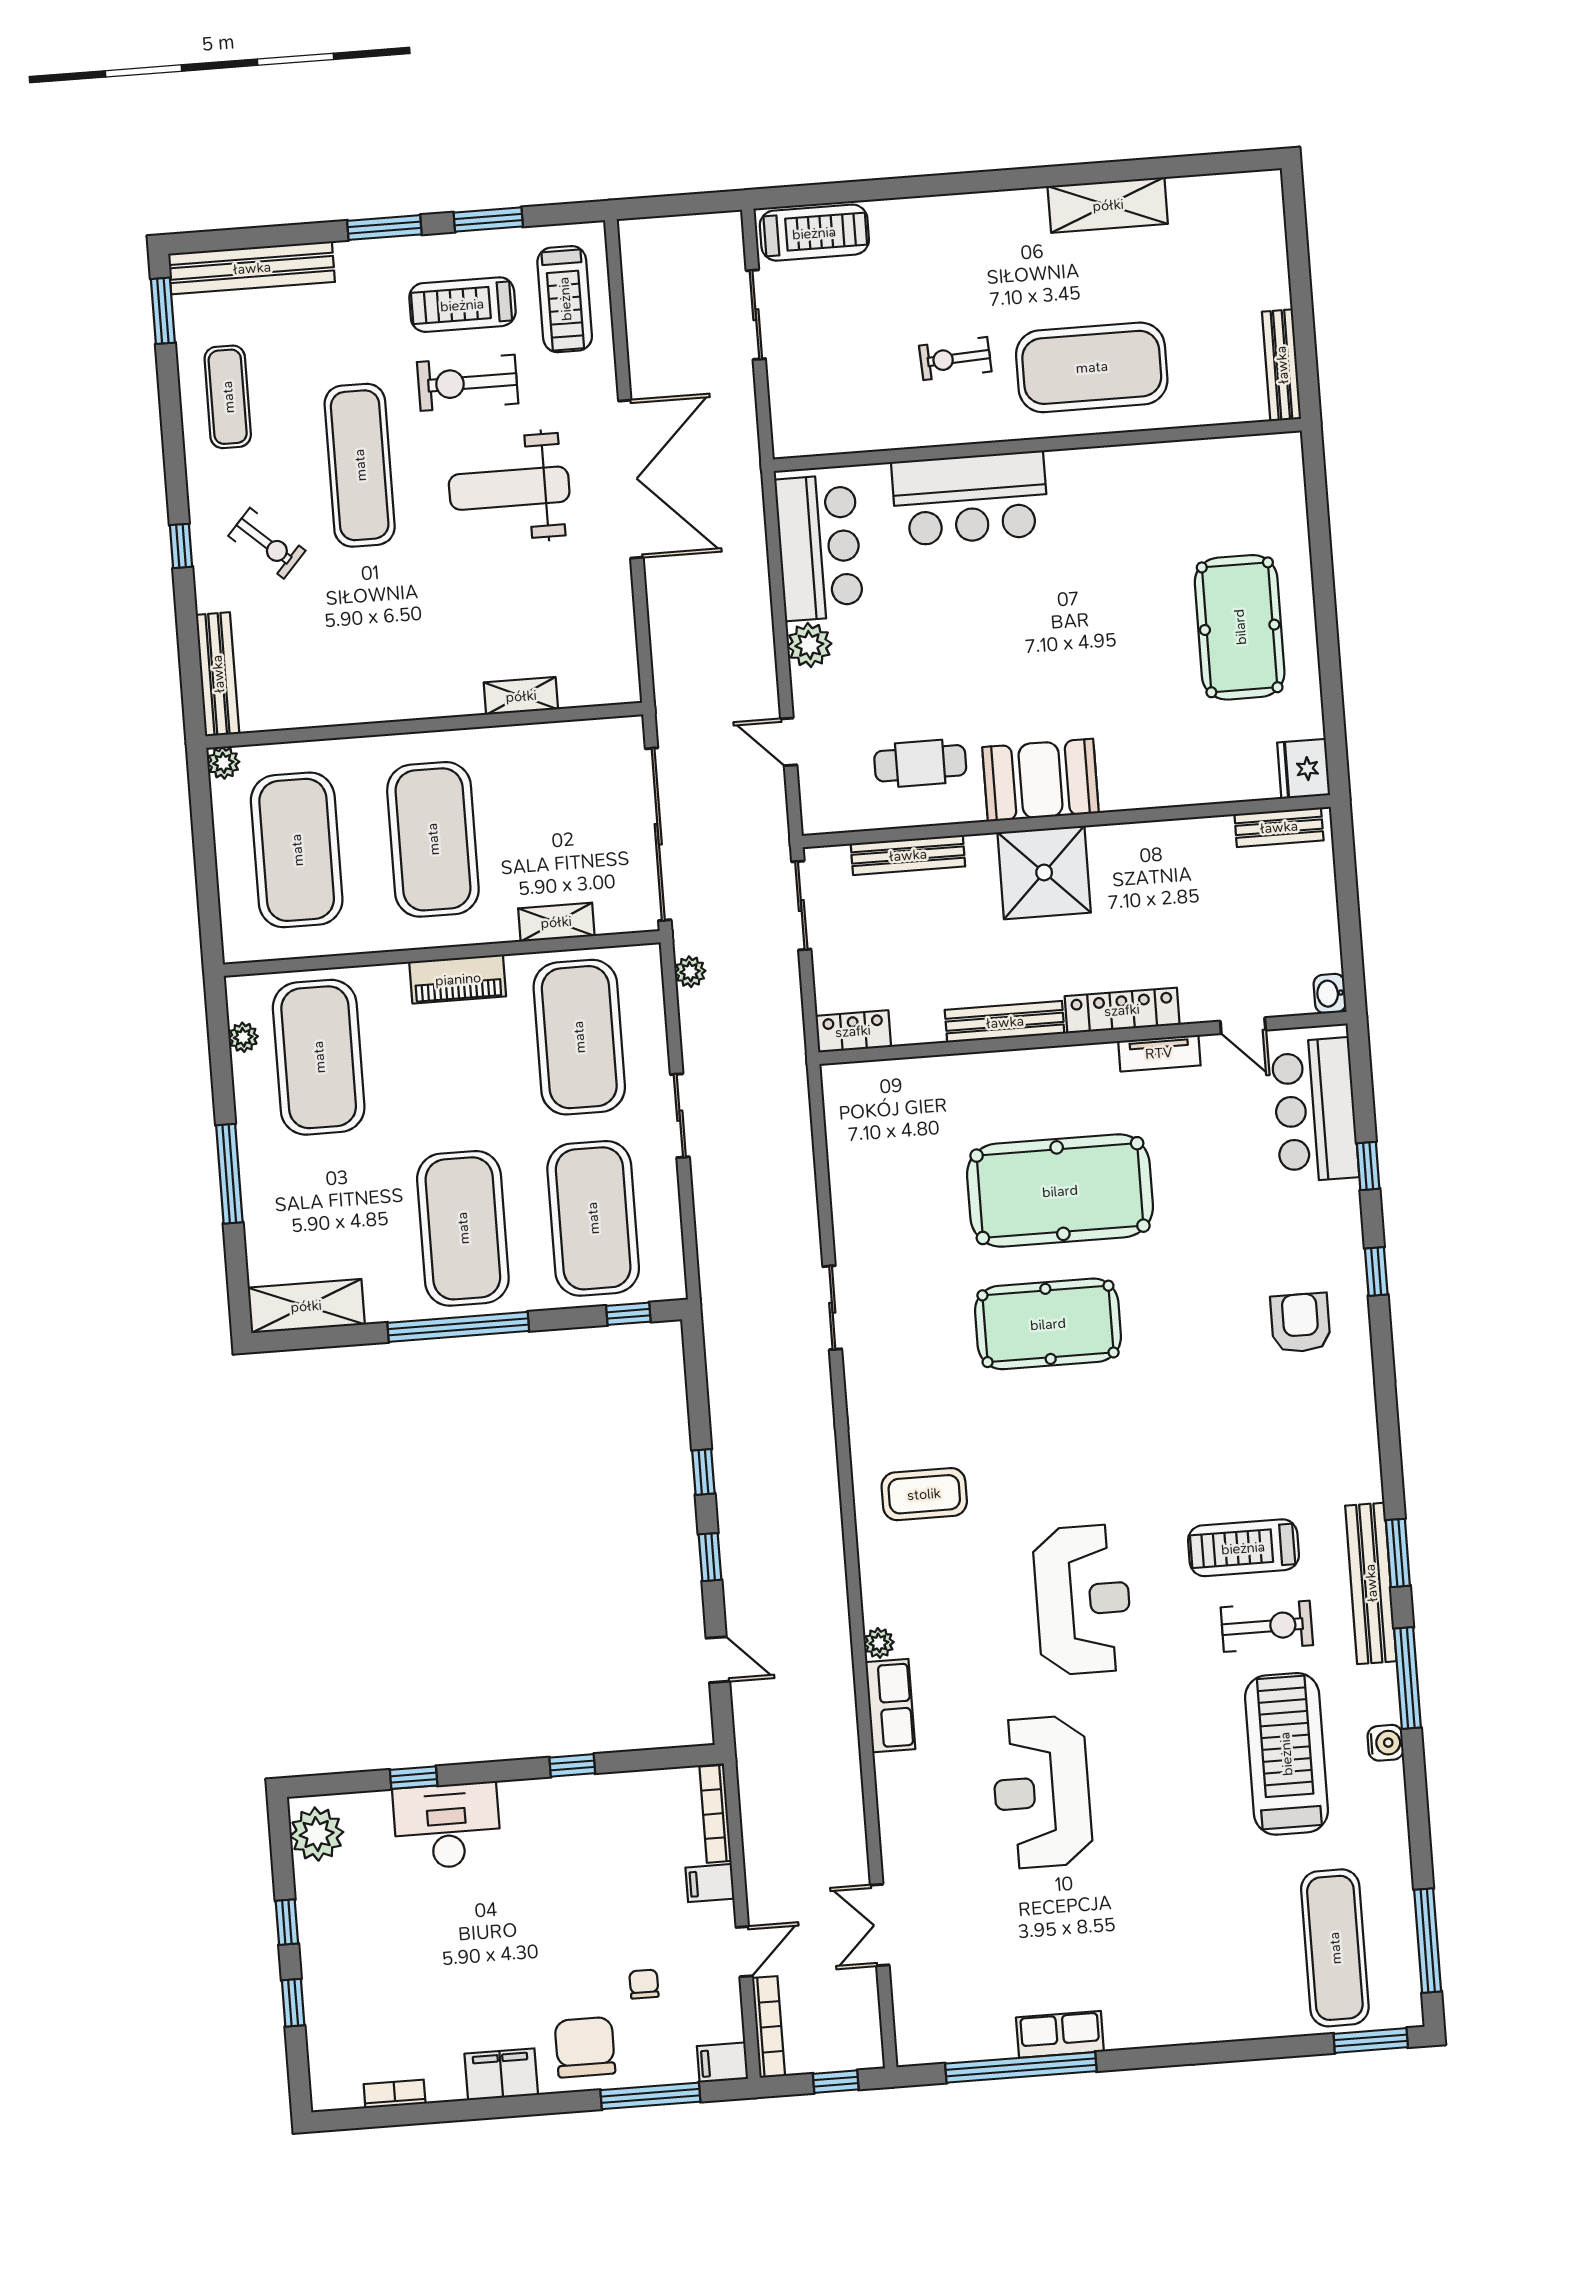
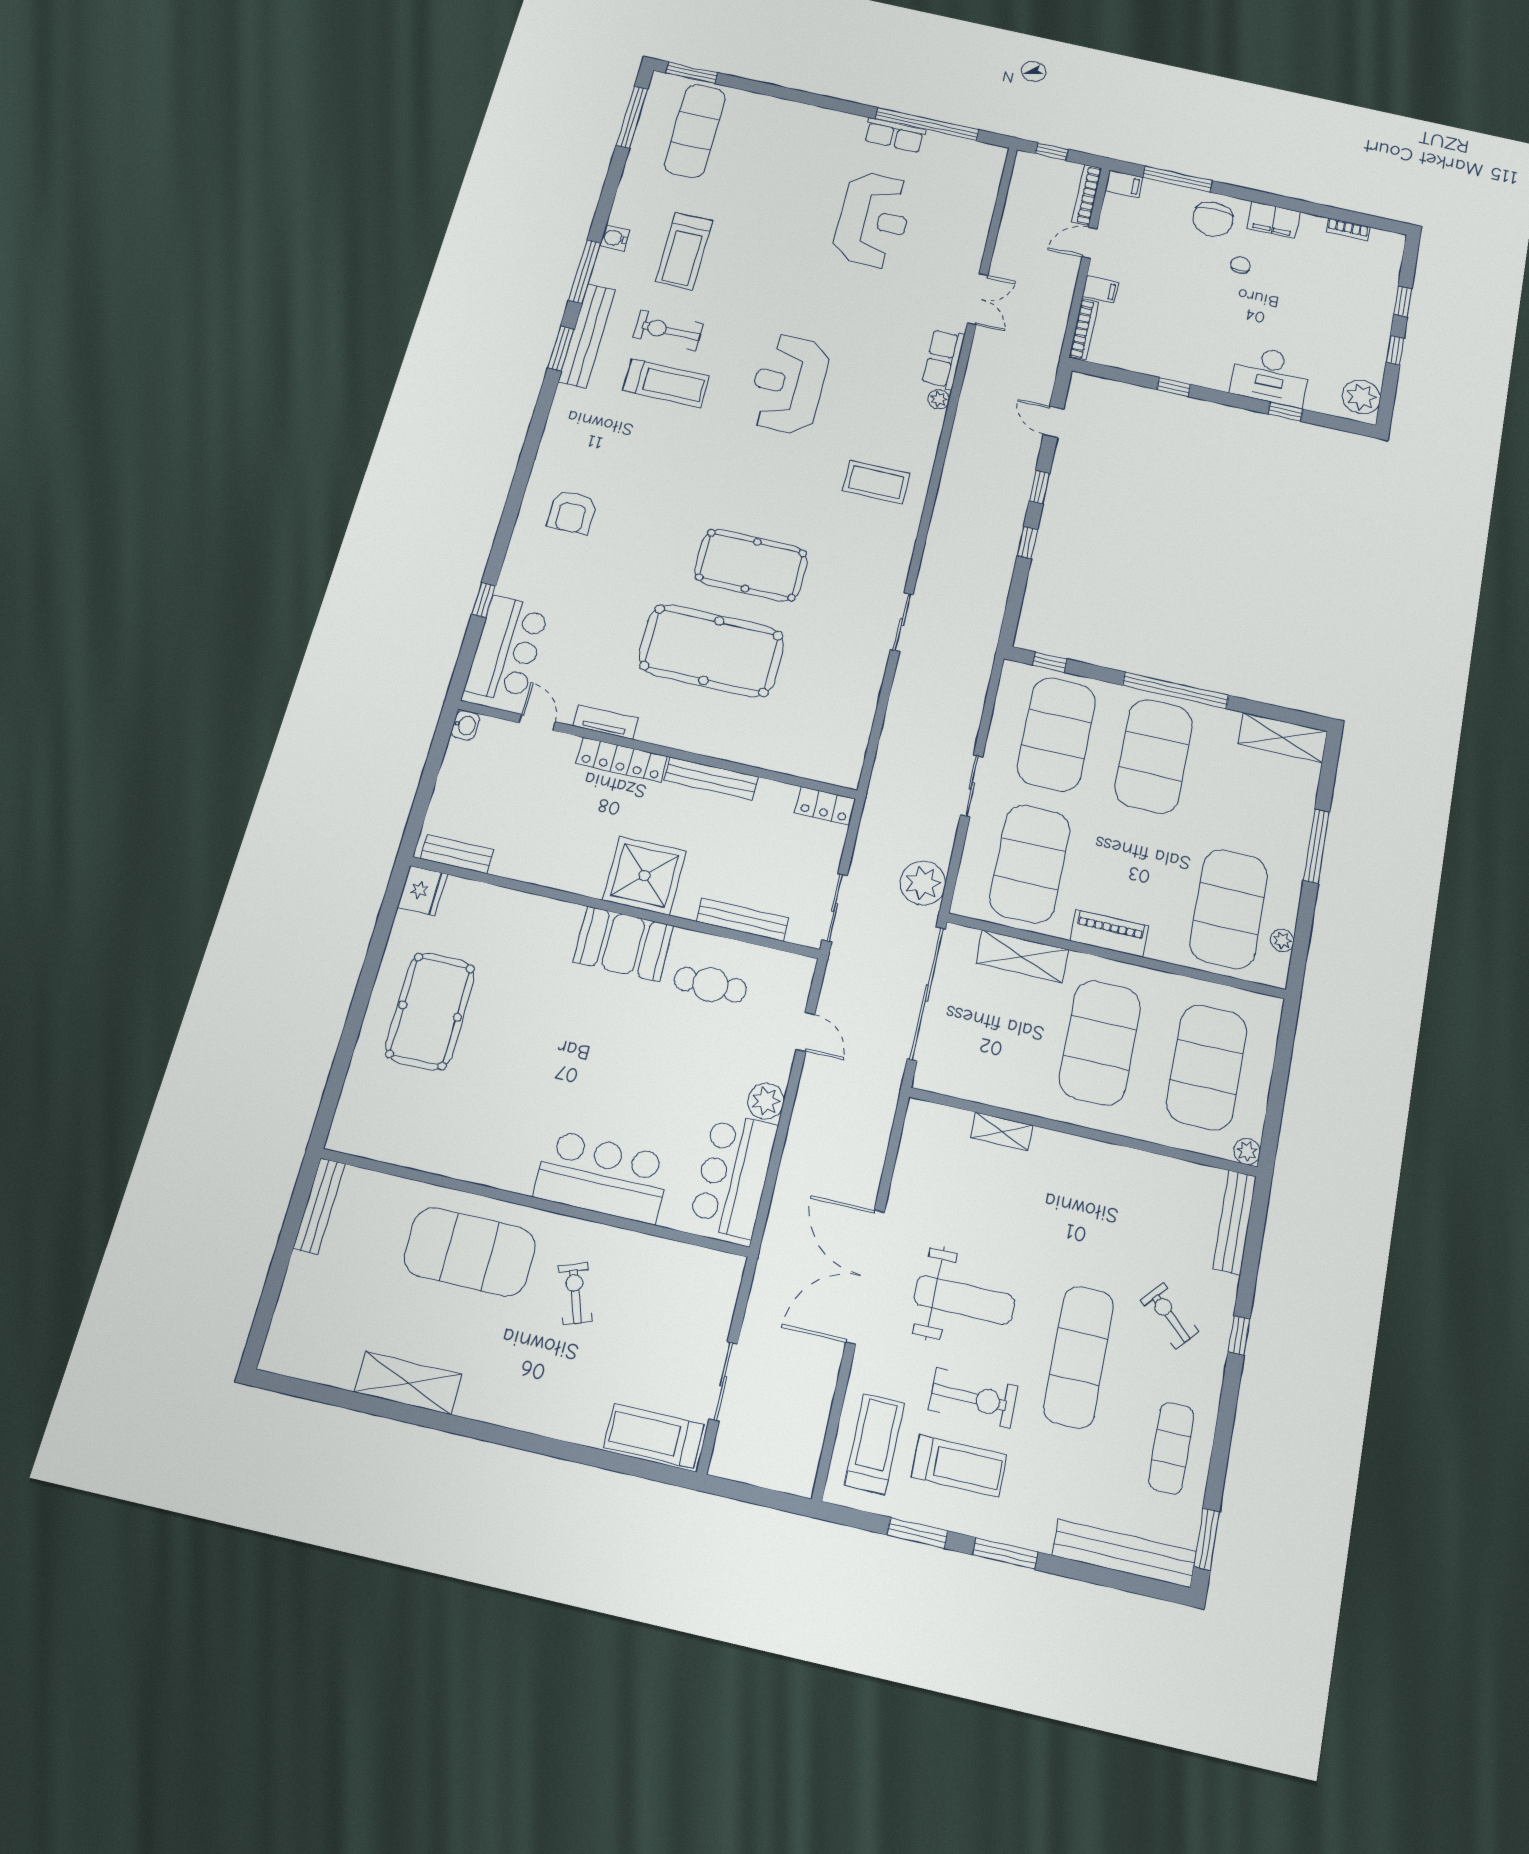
exercise bike: (955, 359) -> (575, 1294), turned -107
shelving: (556, 922) -> (1022, 956), width x1.50, depth x1.33
plant: (690, 972) -> (923, 883), width x1.87, depth x1.87
window: (1376, 1271) -> (505, 529), removed
treadmill: (1286, 1754) -> (684, 251), width x0.73, depth x0.73
reception desk: (1042, 1792) -> (873, 220), moved
double door: (880, 1925) -> (978, 299), moved
chair: (644, 1984) -> (1241, 265), moved, turned 180

